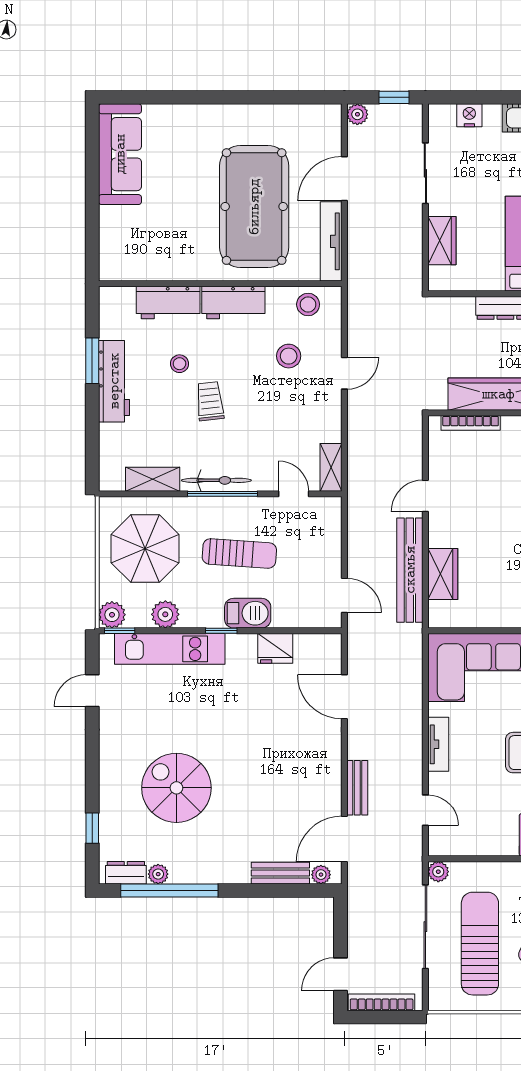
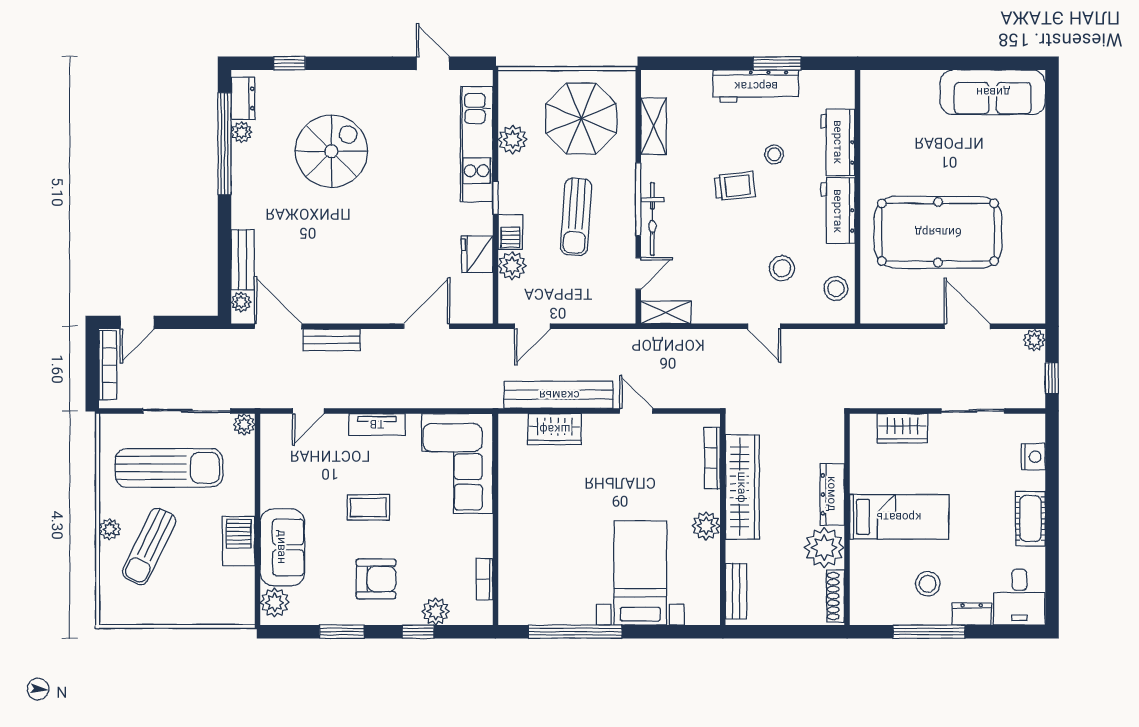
tv unit: (331, 241) -> (902, 312), removed
bicycle: (216, 480) -> (652, 219), moved
barbecue: (248, 613) -> (510, 232), width x0.73, depth x0.79
plant: (112, 615) -> (512, 266), moved
window: (120, 631) -> (495, 92), removed
door: (341, 974) -> (137, 322), swing flipped

